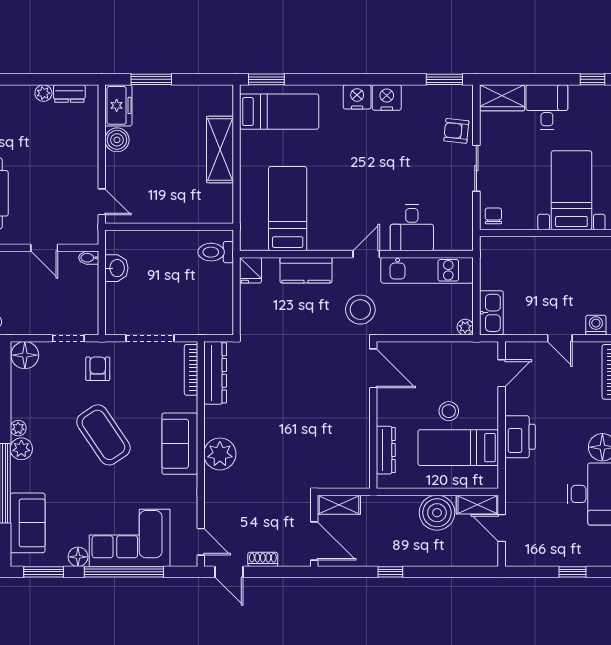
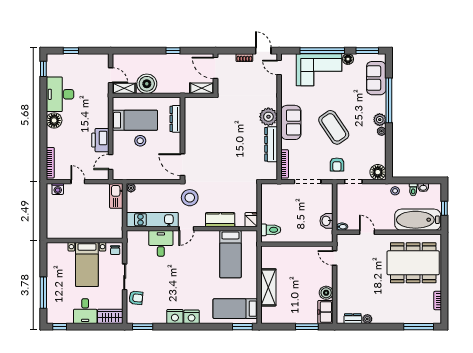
bed with nightstands: (571, 190) -> (87, 264), moved
dresser: (215, 373) -> (271, 144), moved
printer: (520, 437) -> (100, 140), moved

